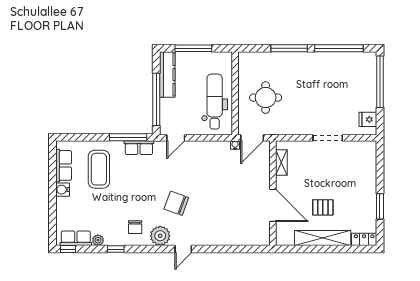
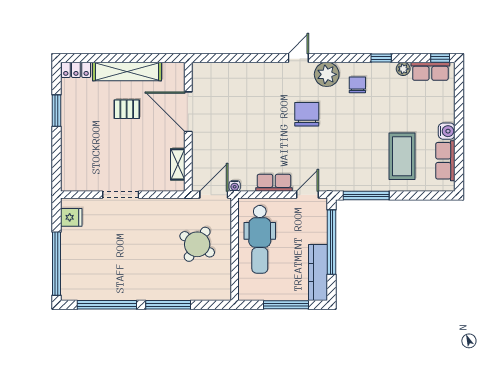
round table: (266, 98) -> (197, 244), turned 33
row of seats: (139, 148) -> (274, 183), moved
chair: (176, 203) -> (307, 114), turned -110

